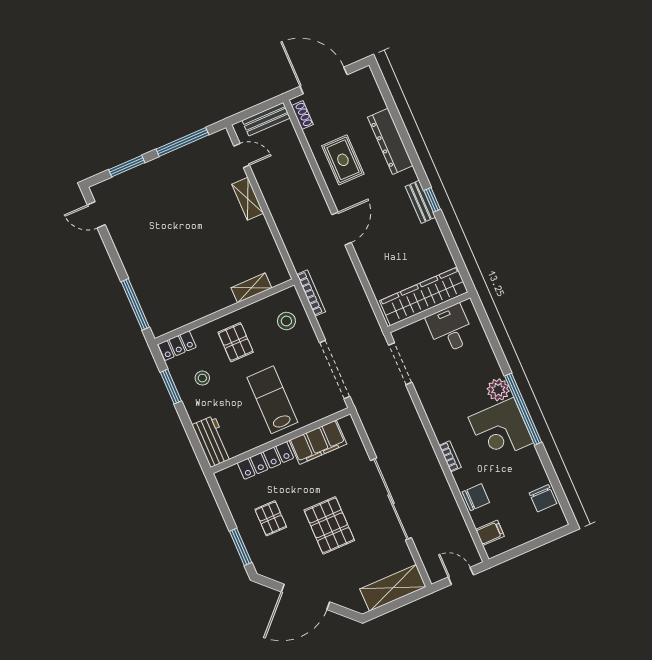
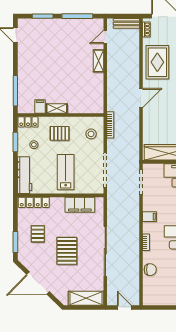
door: (242, 156) -> (105, 37), swing flipped
rug: (343, 160) -> (157, 62), width x1.36, depth x1.43
shelving: (251, 288) -> (57, 108), moved
filing cabinet: (185, 312) -> (40, 106), added
pallet: (236, 342) -> (60, 133), turned 90
workbench: (212, 441) -> (25, 175), width x1.38
locker: (265, 460) -> (34, 202), moved
filing cabinet: (490, 533) -> (150, 217), moved

